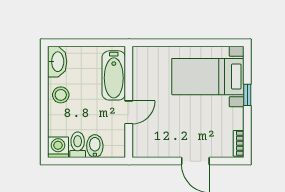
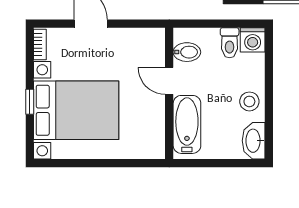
bed with nightstands: (208, 77) -> (76, 110), width x1.36
door: (129, 112) -> (169, 81), hinge flipped
bidet: (95, 146) -> (187, 52), moved, turned -90

